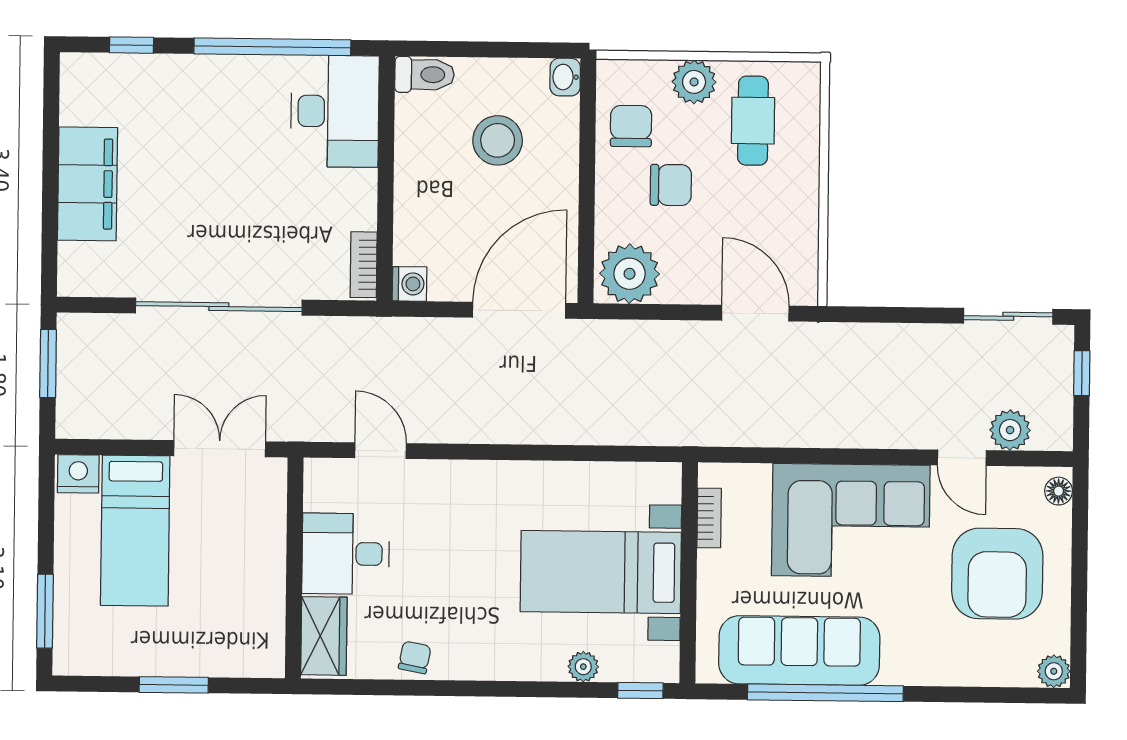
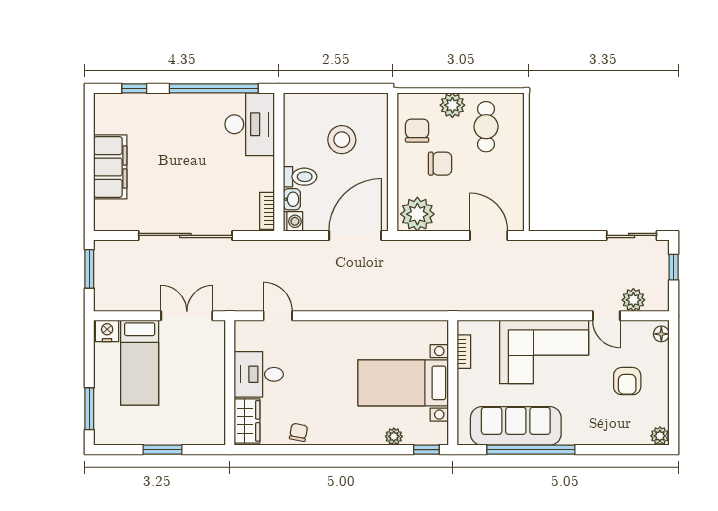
toilet: (424, 75) -> (300, 177), moved
washbasin: (565, 77) -> (292, 199), moved, turned 180
armchair: (997, 574) -> (627, 381), width x0.53, depth x0.53

